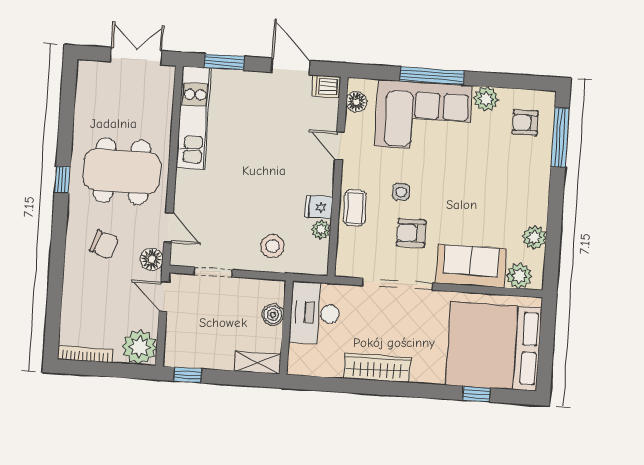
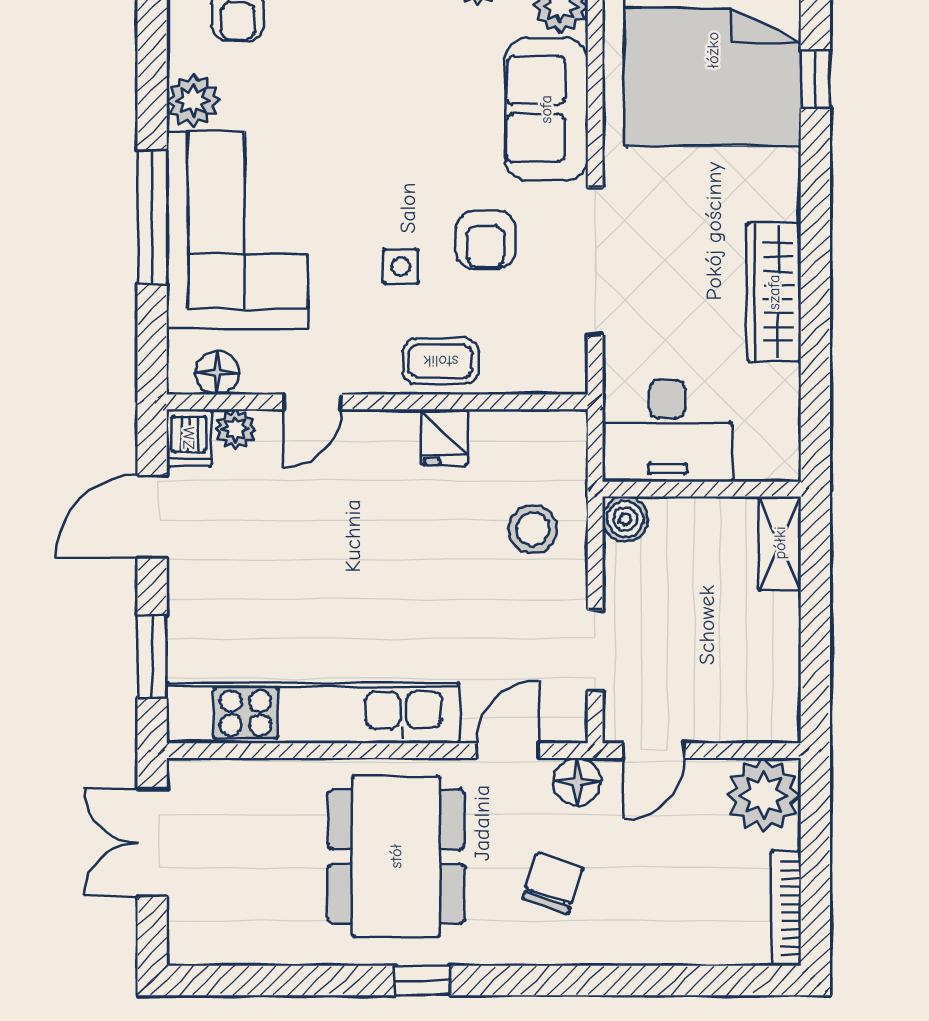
kitchen unit: (194, 118) -> (313, 713), width x1.36
plant: (321, 230) -> (235, 429), moved
boiler: (273, 315) -> (625, 519), moved
window: (188, 375) -> (815, 690), removed

